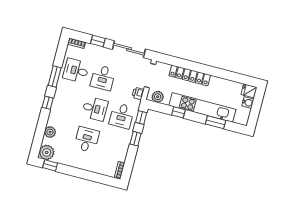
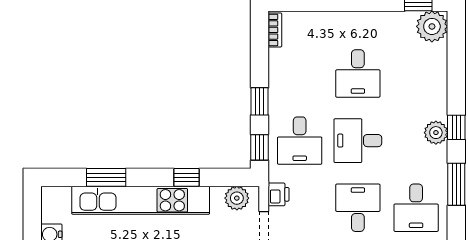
desk: (76, 71) -> (416, 208), turned 90
desk: (122, 116) -> (300, 141), turned 180
plant: (50, 132) -> (436, 133), moved

